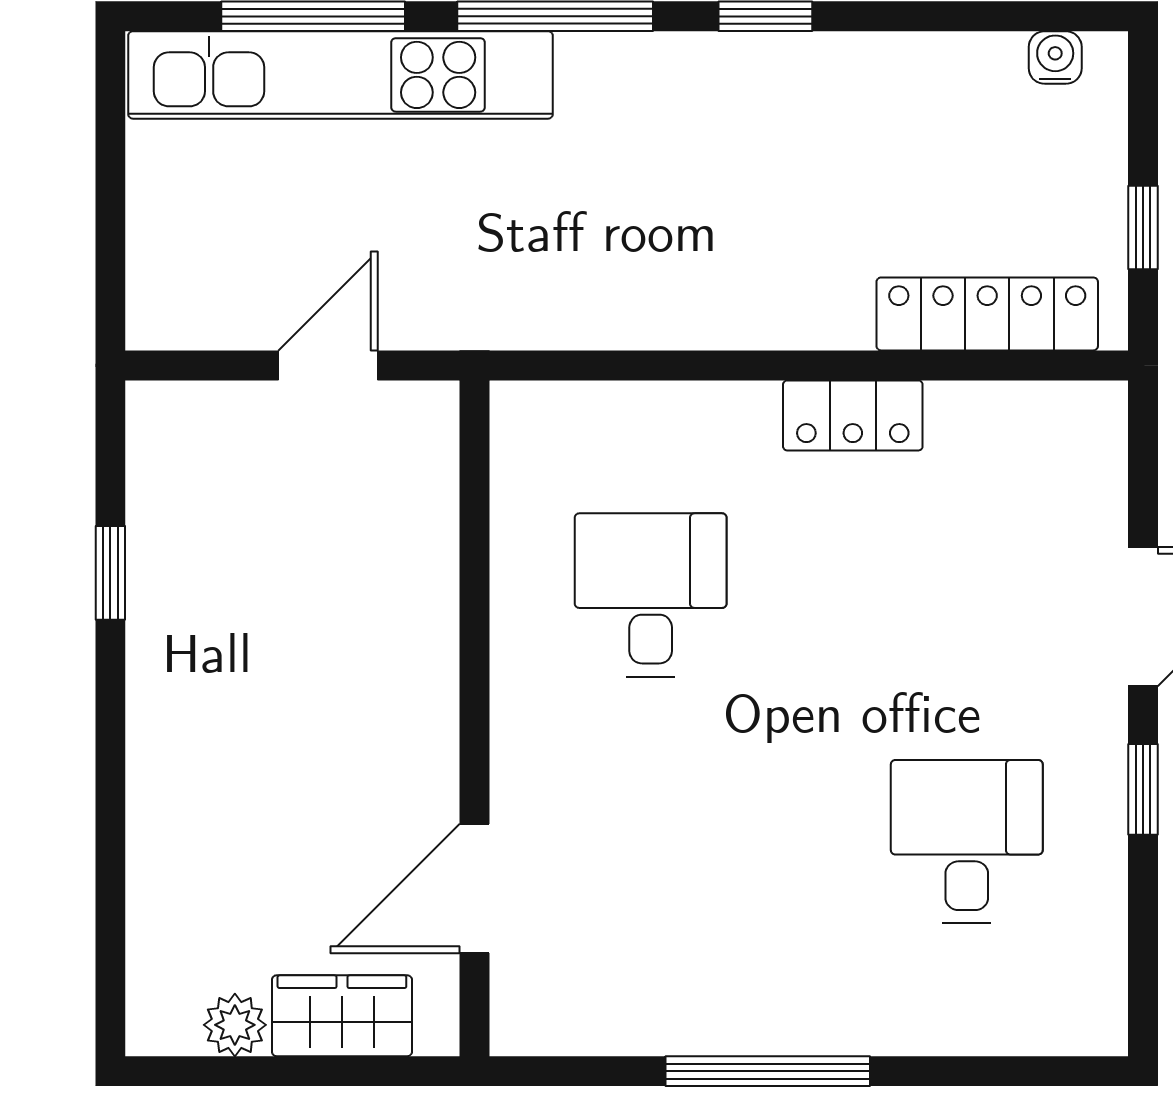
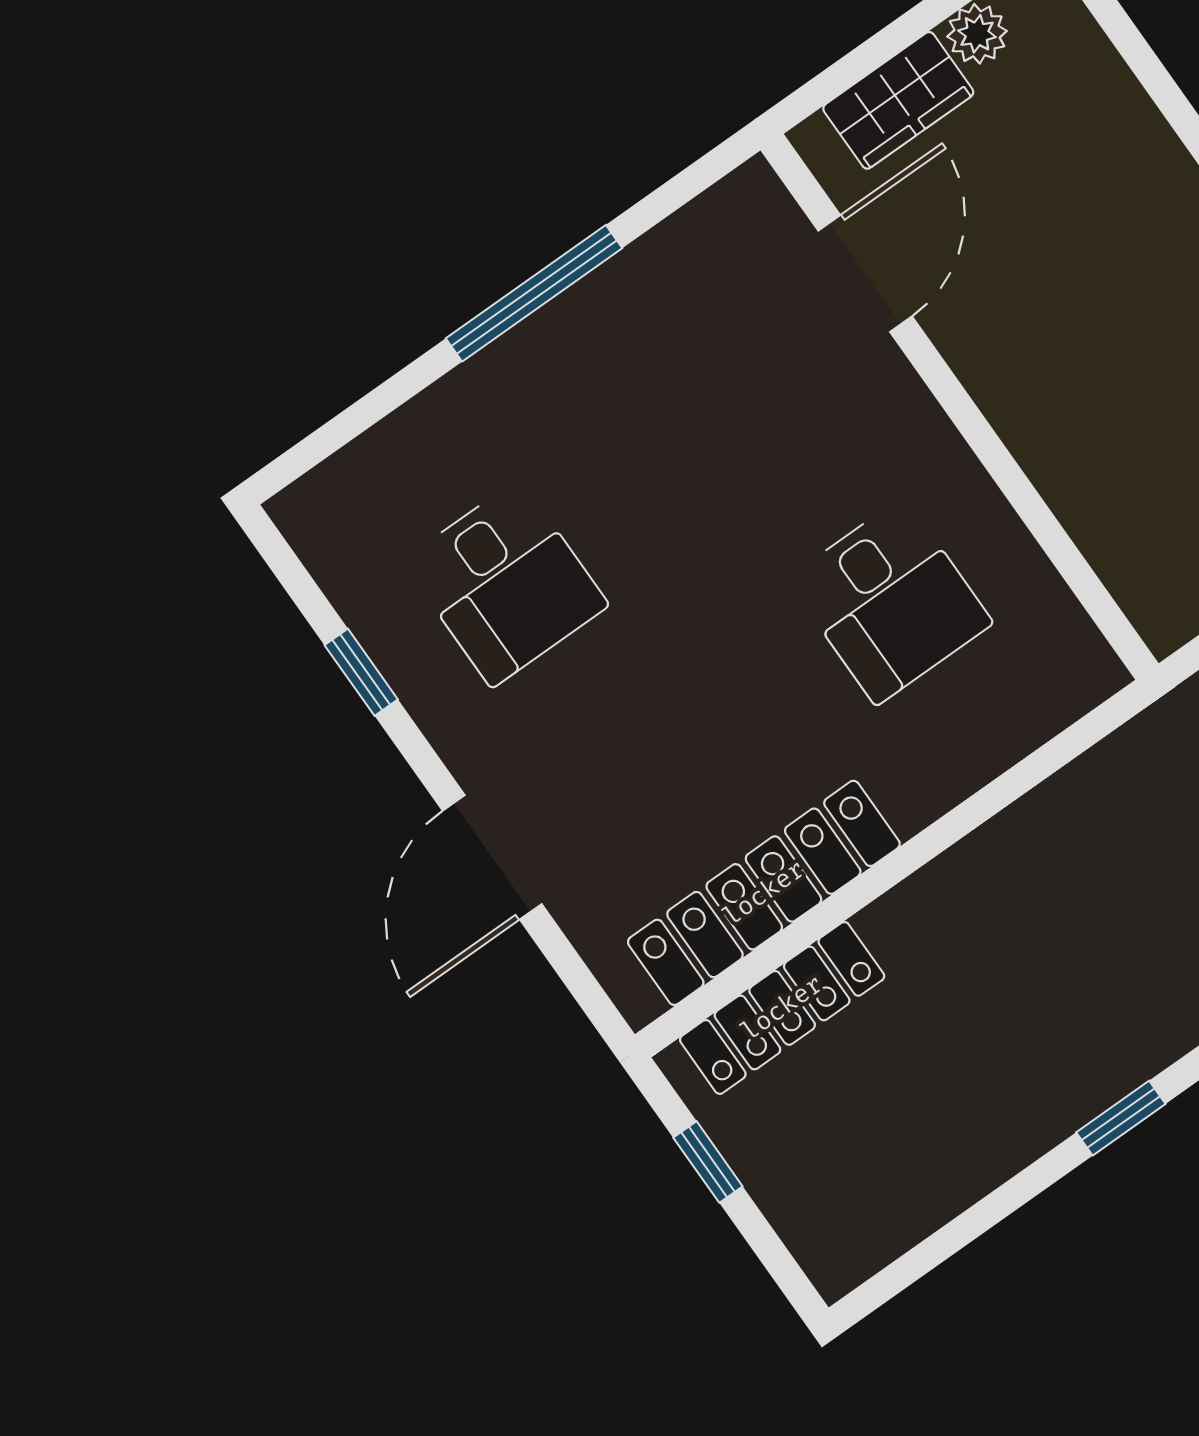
water cooler: (1055, 58) -> (871, 1246), removed
locker: (853, 415) -> (764, 893), width x2.16, depth x1.21
window: (1143, 789) -> (361, 672), moved

